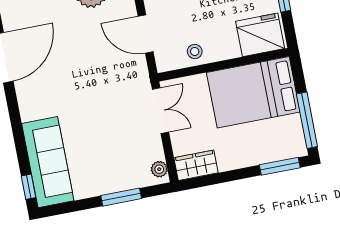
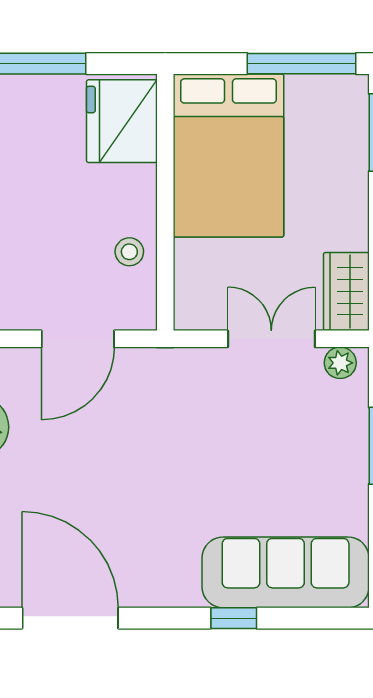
double door: (160, 111) -> (271, 339), moved
window: (29, 187) -> (234, 618), moved

